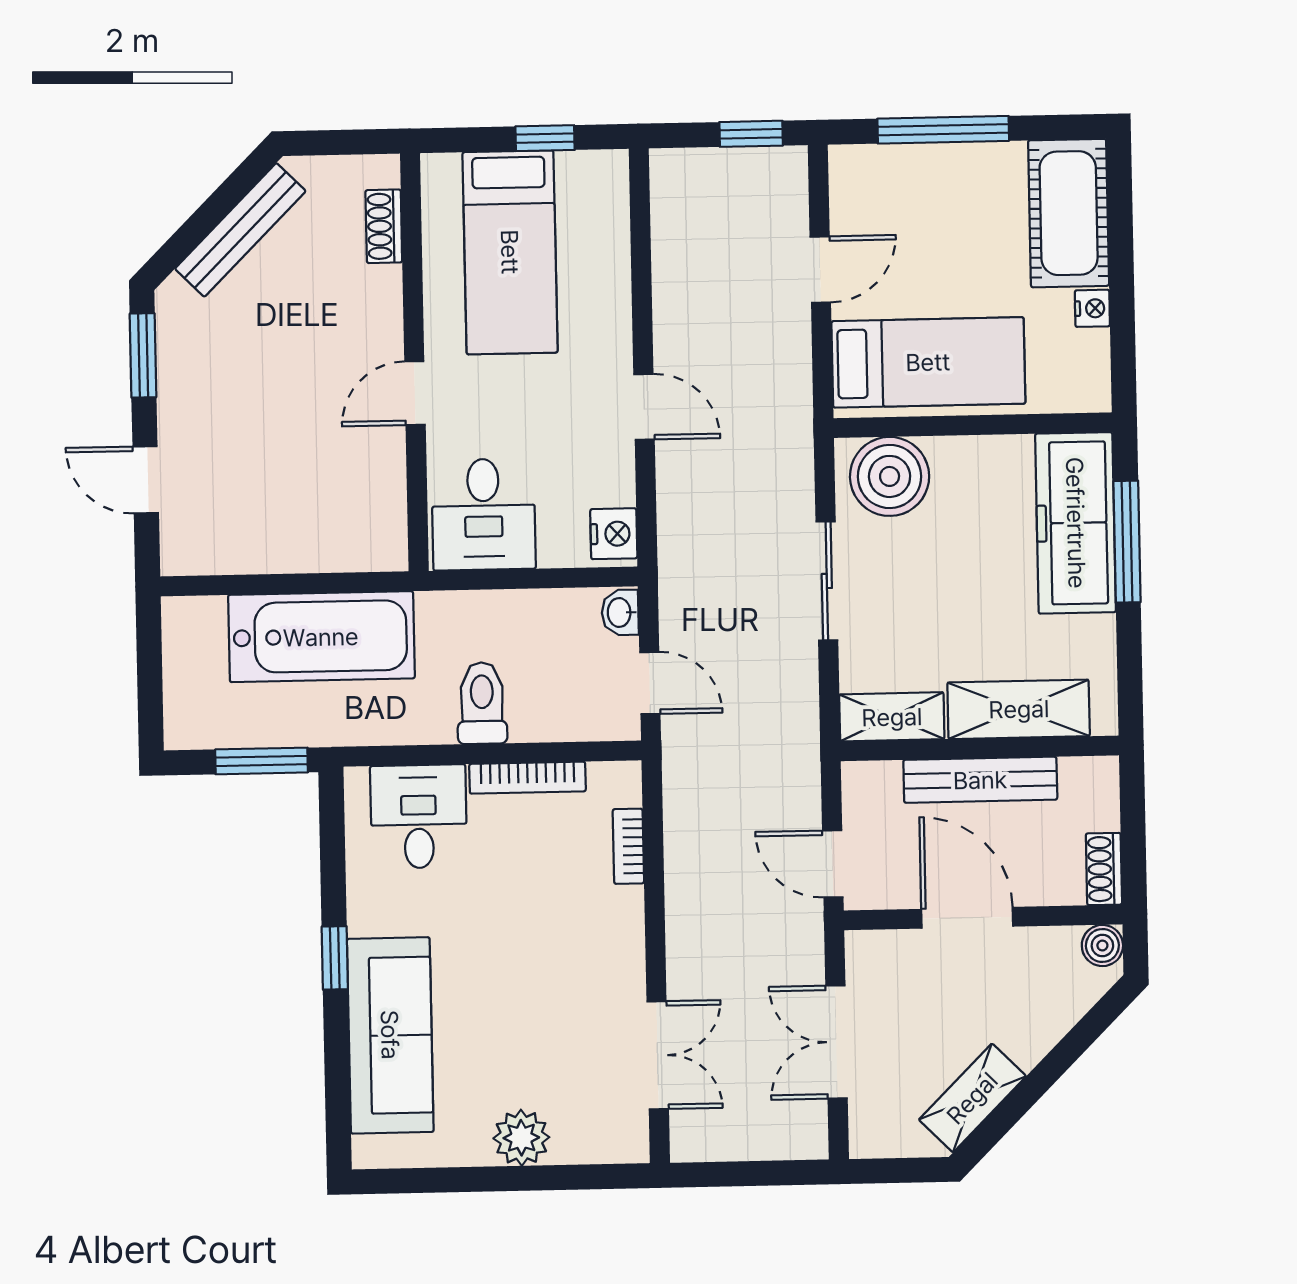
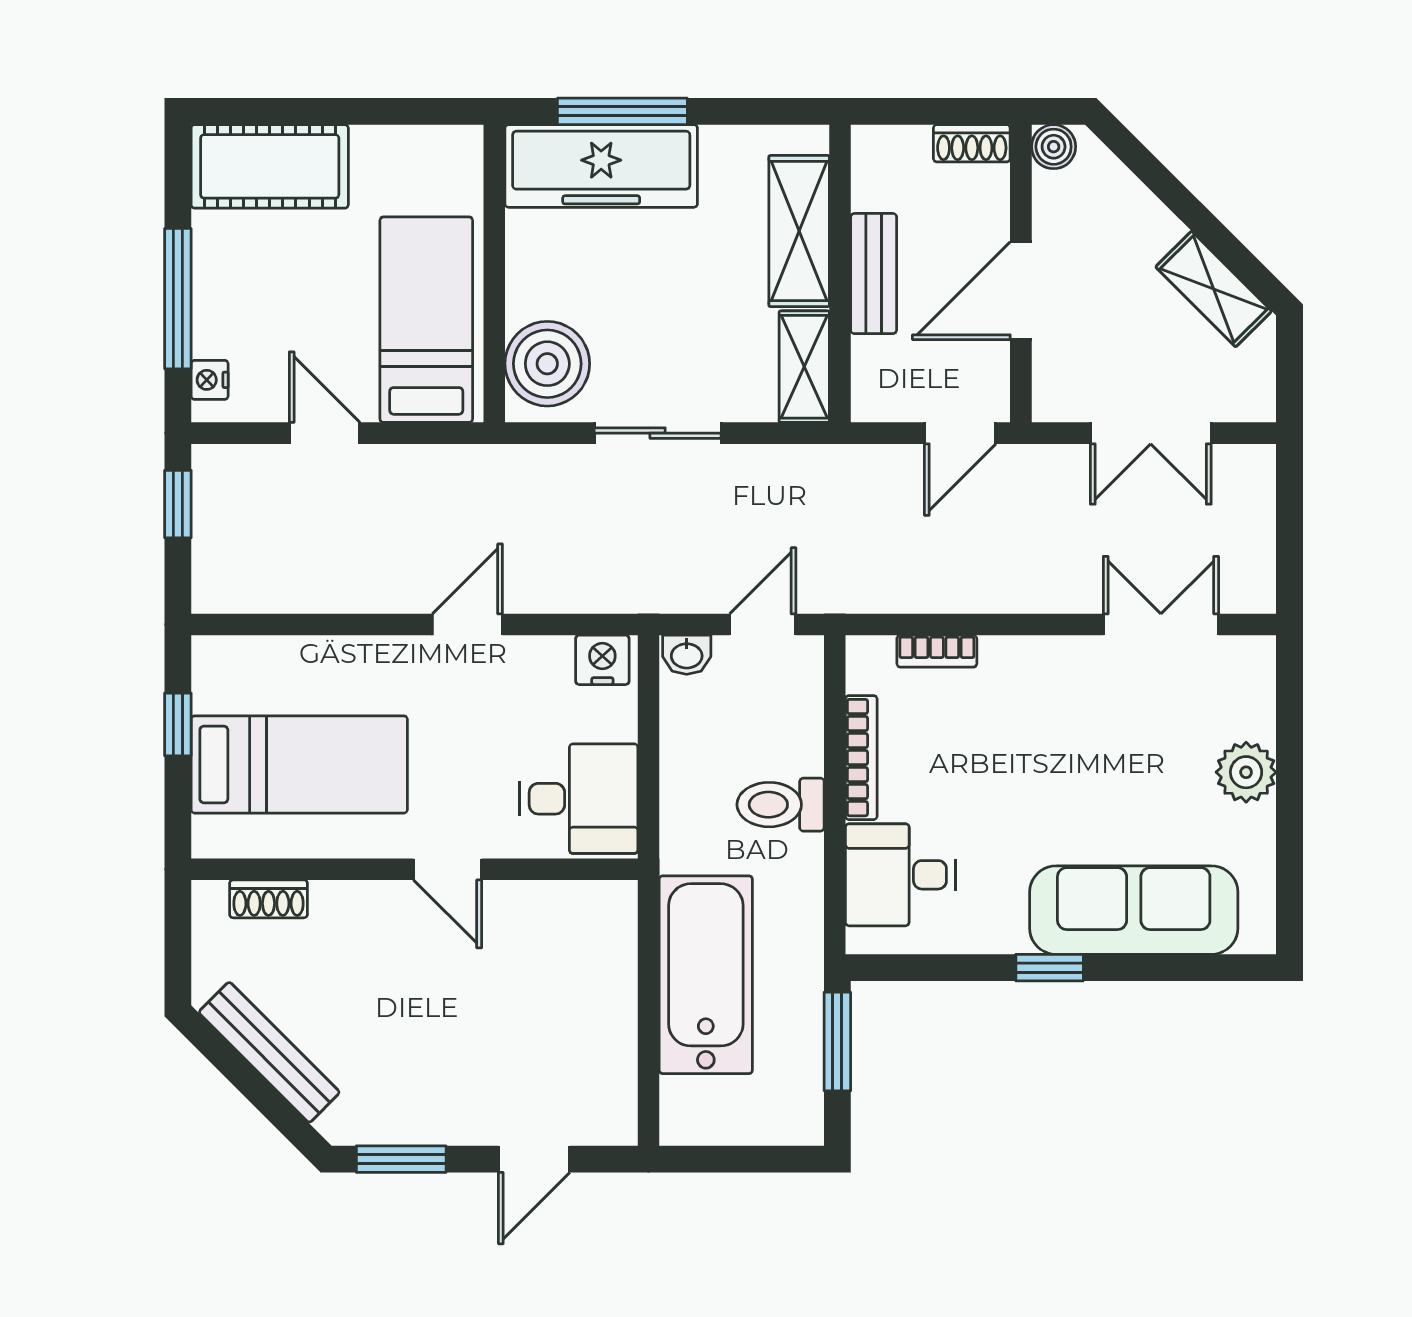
nightstand: (1092, 308) -> (210, 380), moved, turned -90
bench: (980, 780) -> (874, 274), width x0.73

